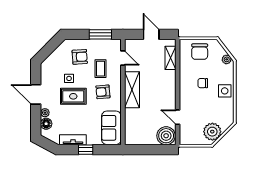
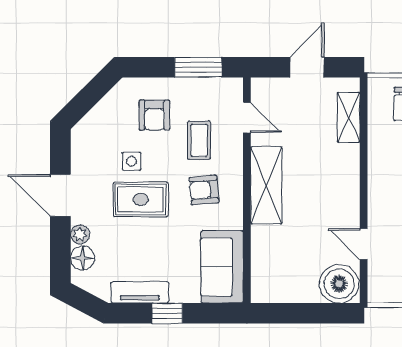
door: (151, 34) -> (307, 67), hinge flipped
armchair: (80, 57) -> (154, 115), turned 94

